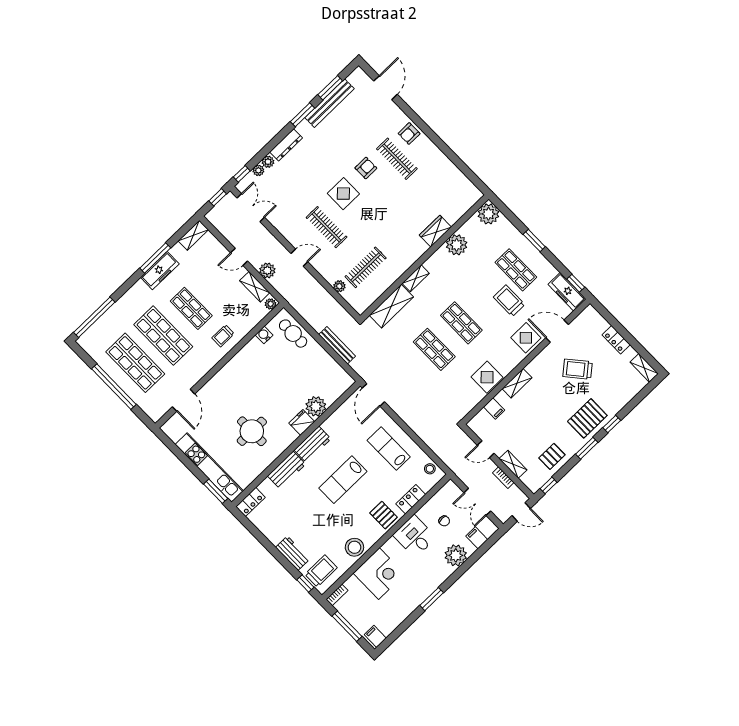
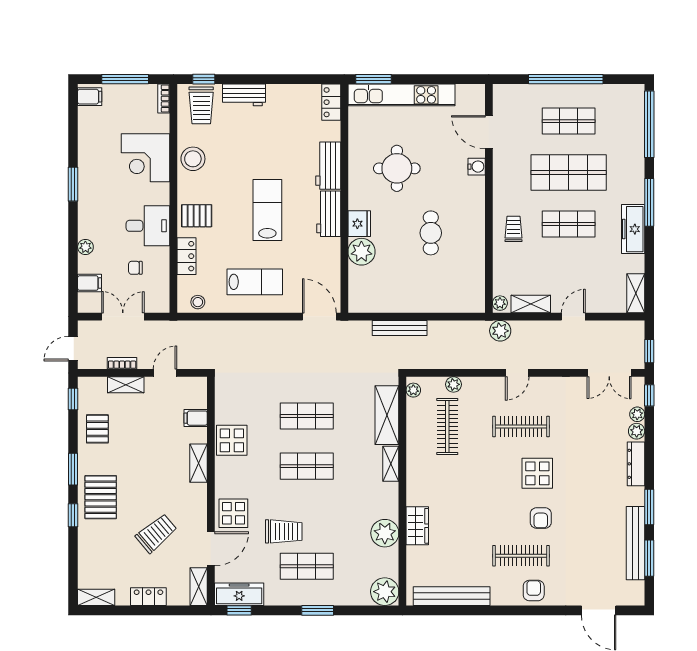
bench: (456, 175) -> (452, 596), added
window: (155, 258) -> (649, 202), moved
plant: (267, 270) -> (500, 331), moved
plant: (364, 305) -> (413, 390), added
shelving: (584, 318) -> (199, 587), added
cafe table: (293, 334) -> (431, 233), moved, turned 90
water cooler: (264, 335) -> (477, 167), moved
shop shelf: (135, 363) -> (569, 121), width x0.70, depth x0.74
plant: (456, 555) -> (85, 247), width x0.53, depth x0.53

